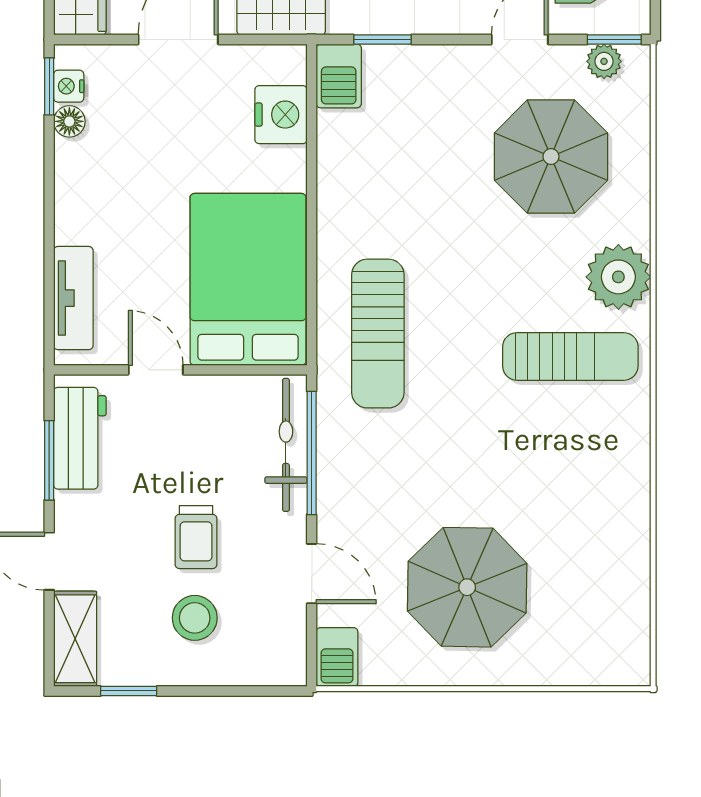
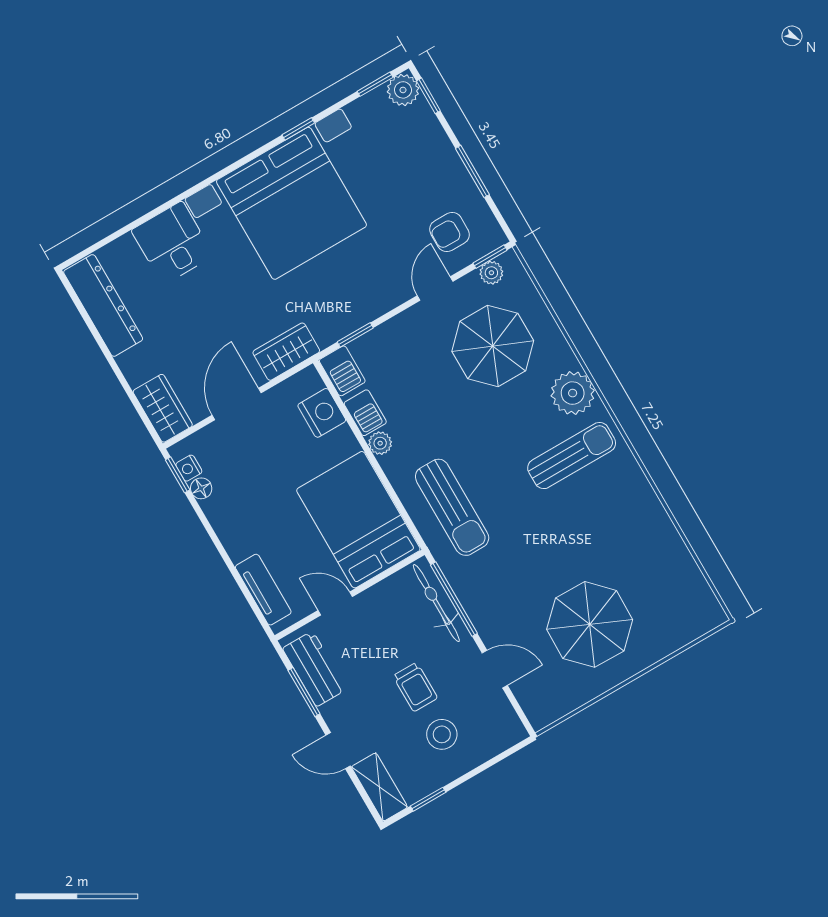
plant: (333, 197) -> (380, 443), added
barbecue: (337, 657) -> (365, 413), moved

